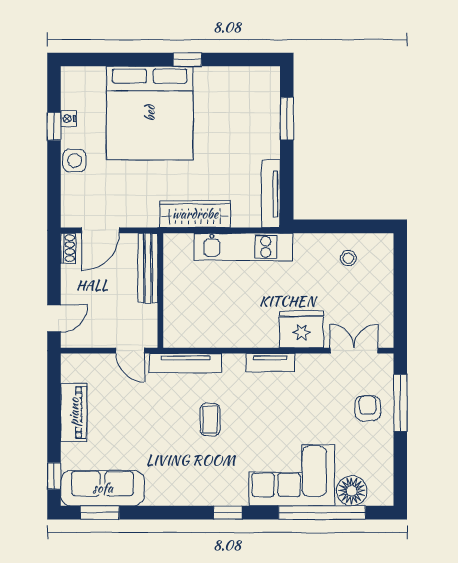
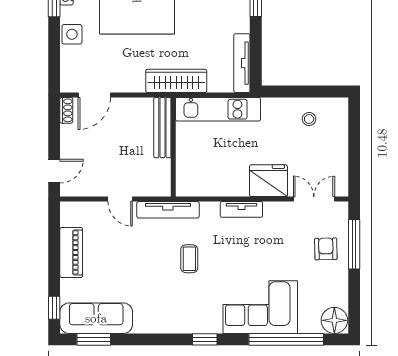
bench: (148, 268) -> (162, 128), moved
wall: (160, 291) -> (173, 147), moved
floor lamp: (352, 491) -> (334, 320), moved

